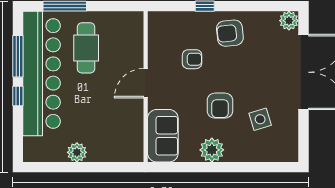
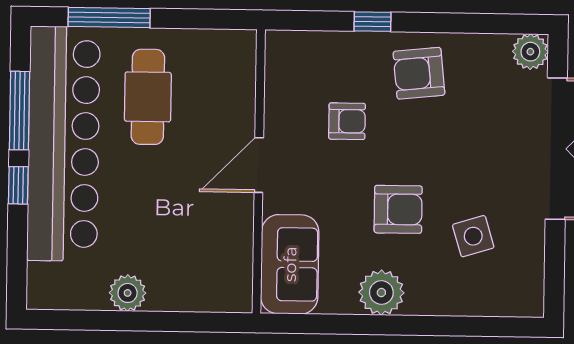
armchair: (220, 106) -> (398, 209), turned -90

